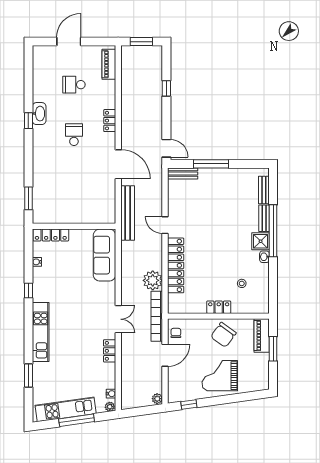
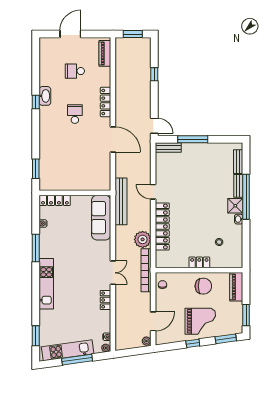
locker: (110, 121) -> (106, 102), width x1.53
bench: (128, 213) -> (121, 201), moved
window: (28, 291) -> (36, 248), width x2.17
chair: (223, 335) -> (203, 286), turned -126
window: (273, 349) -> (246, 315), moved
door: (165, 355) -> (153, 321), moved
window: (28, 375) -> (36, 336), moved
grand piano: (220, 376) -> (200, 321), turned 180
window: (249, 396) -> (226, 339), added
window: (189, 404) -> (193, 343), moved

